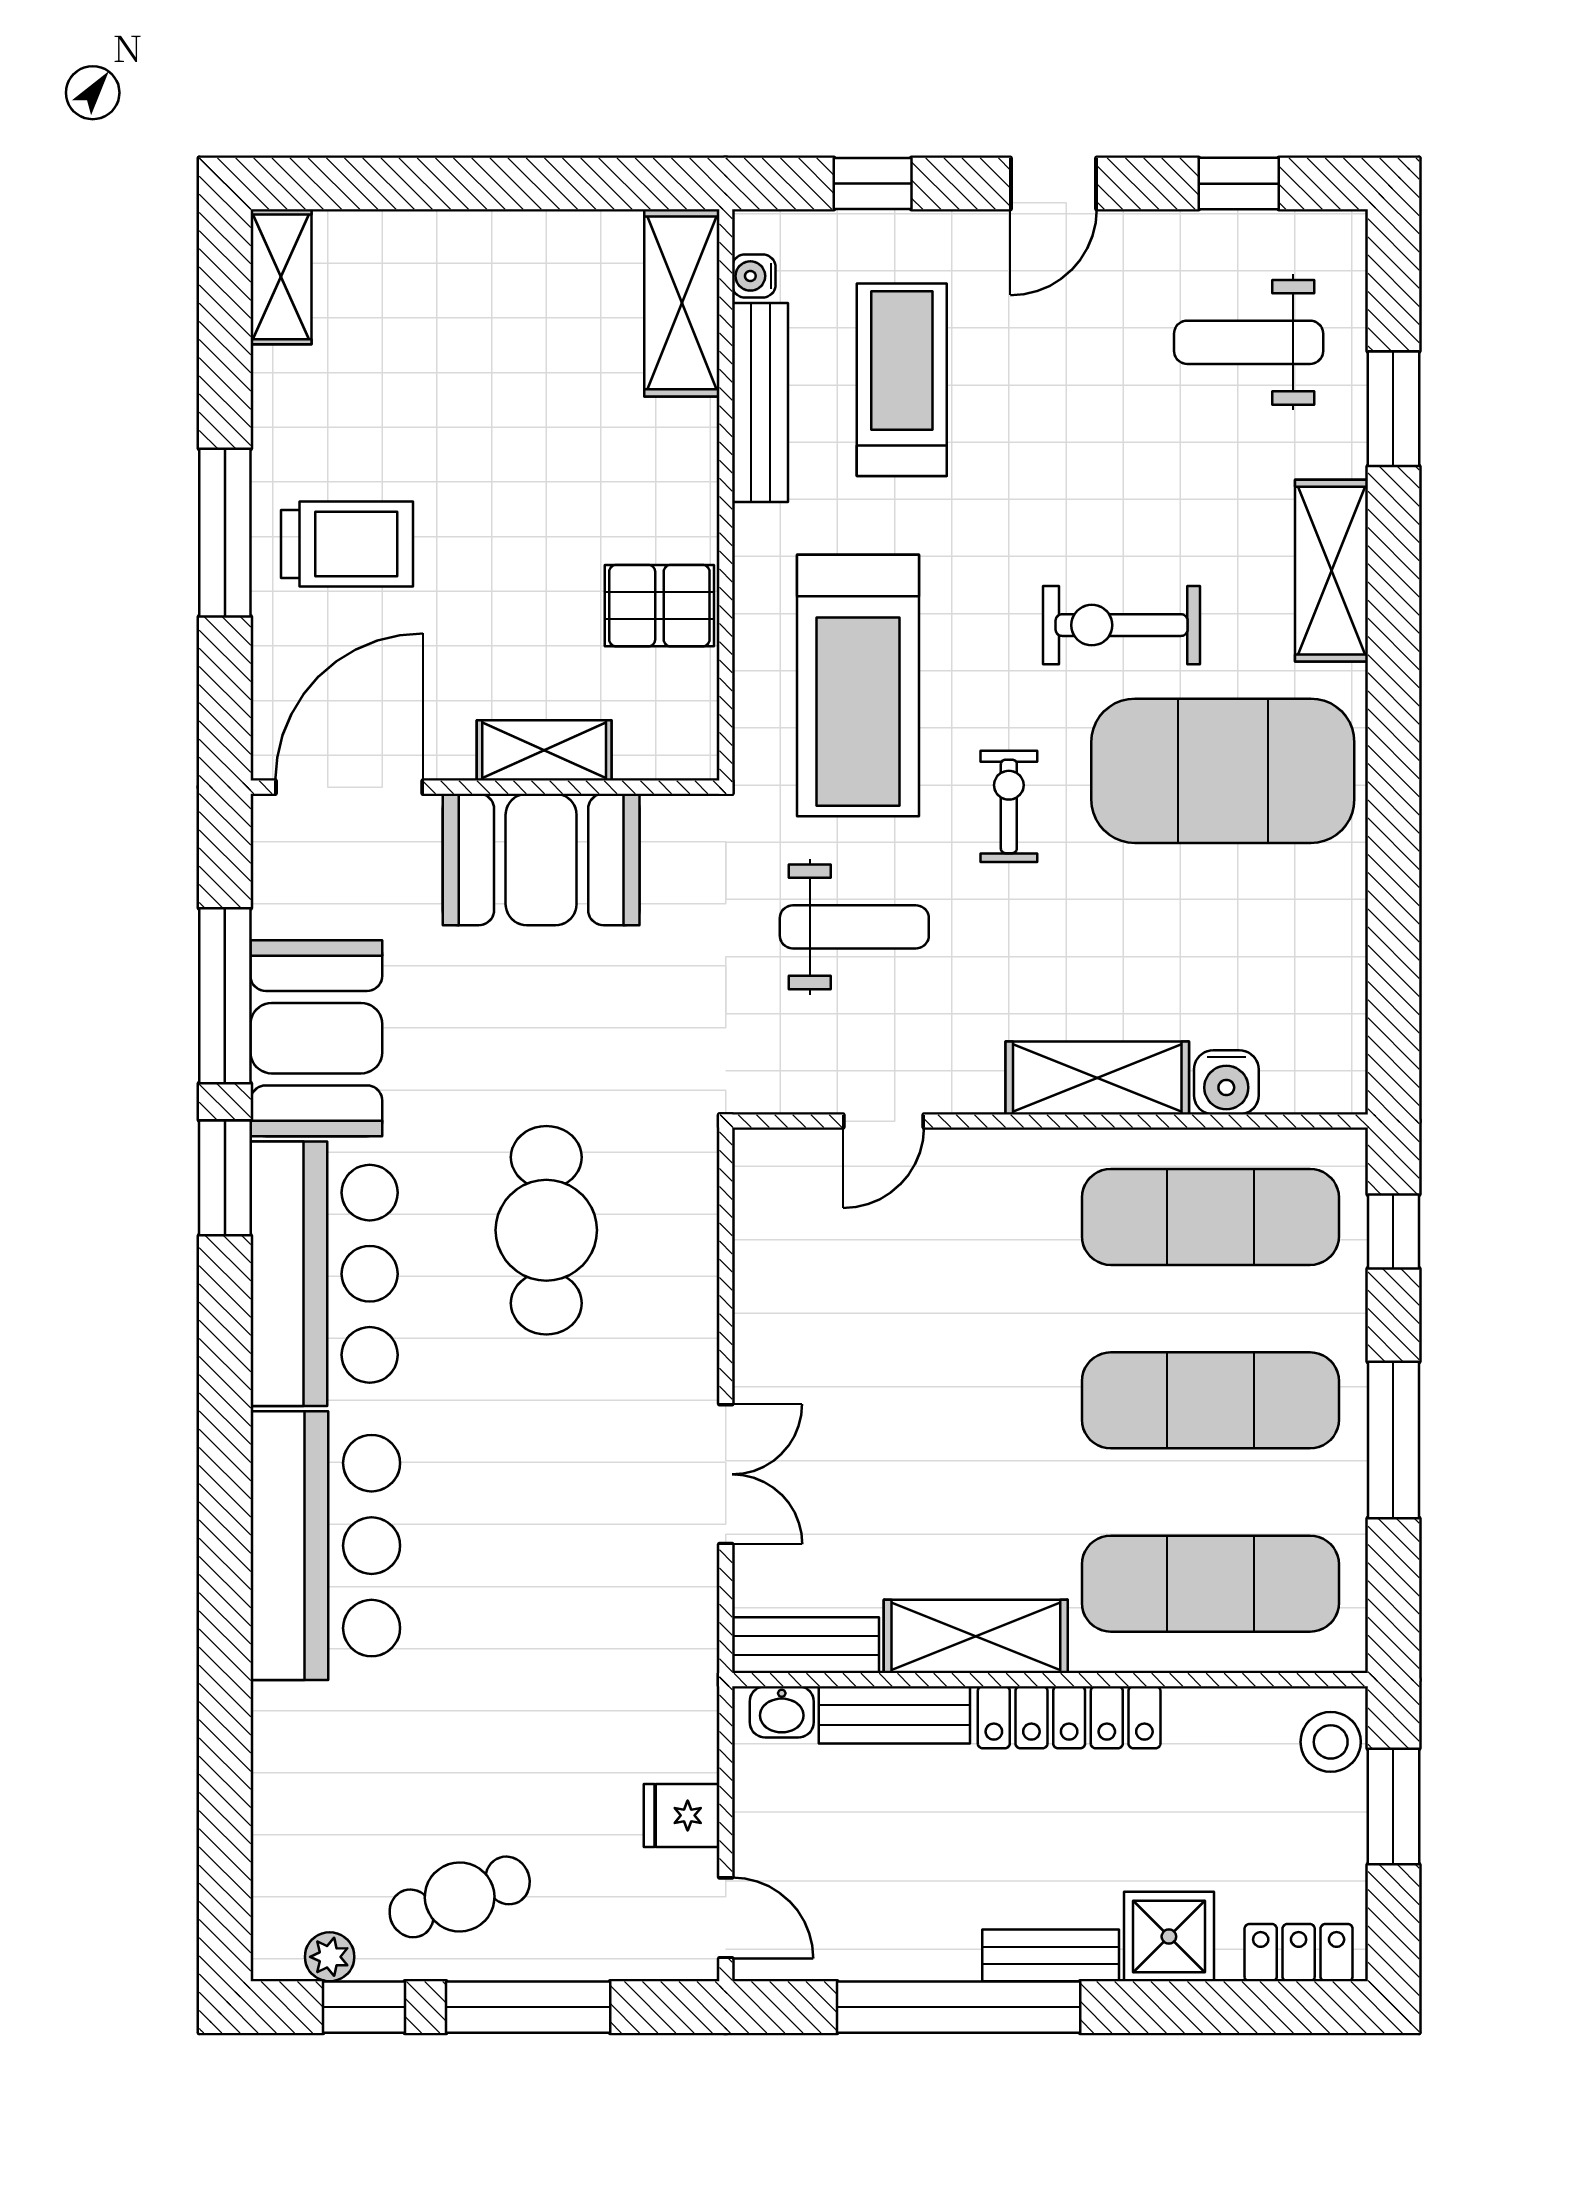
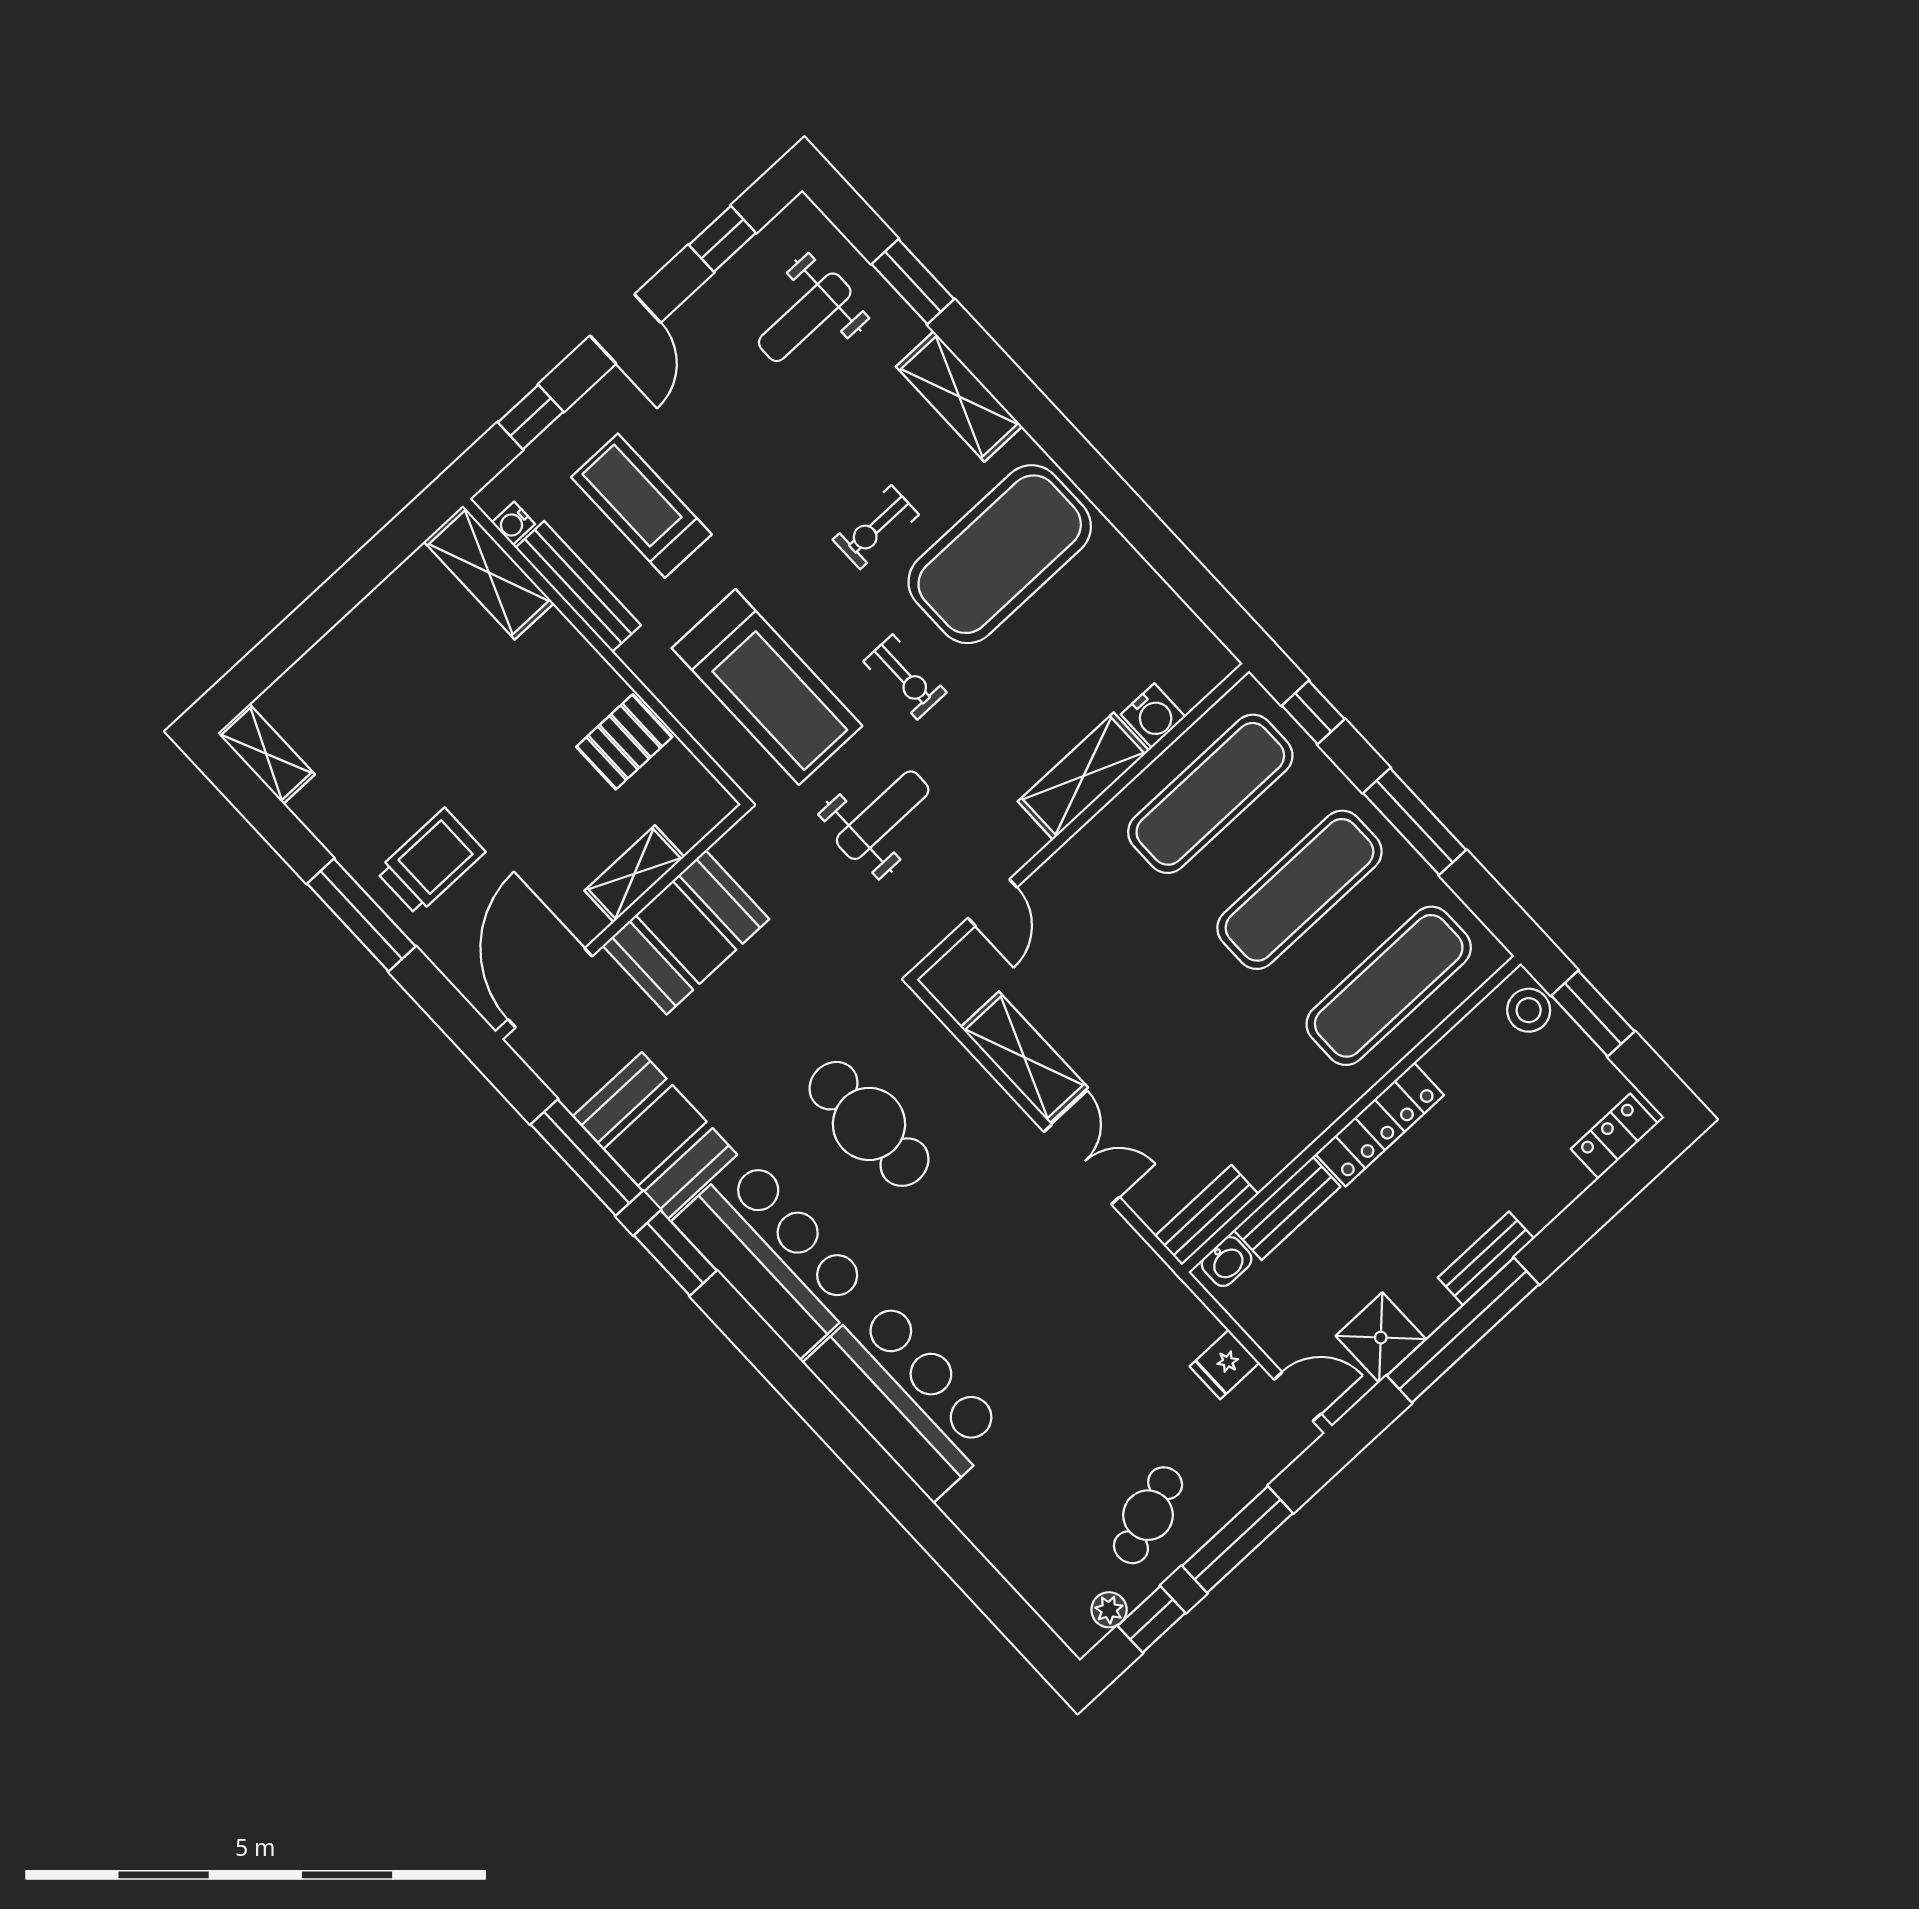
exercise bike: (1122, 625) -> (876, 527), width x0.73, depth x0.72
exercise bike: (1009, 806) -> (905, 677), turned 180
shelving: (976, 1636) -> (1024, 1057), moved, turned 90
shower: (1169, 1937) -> (1381, 1338), moved

